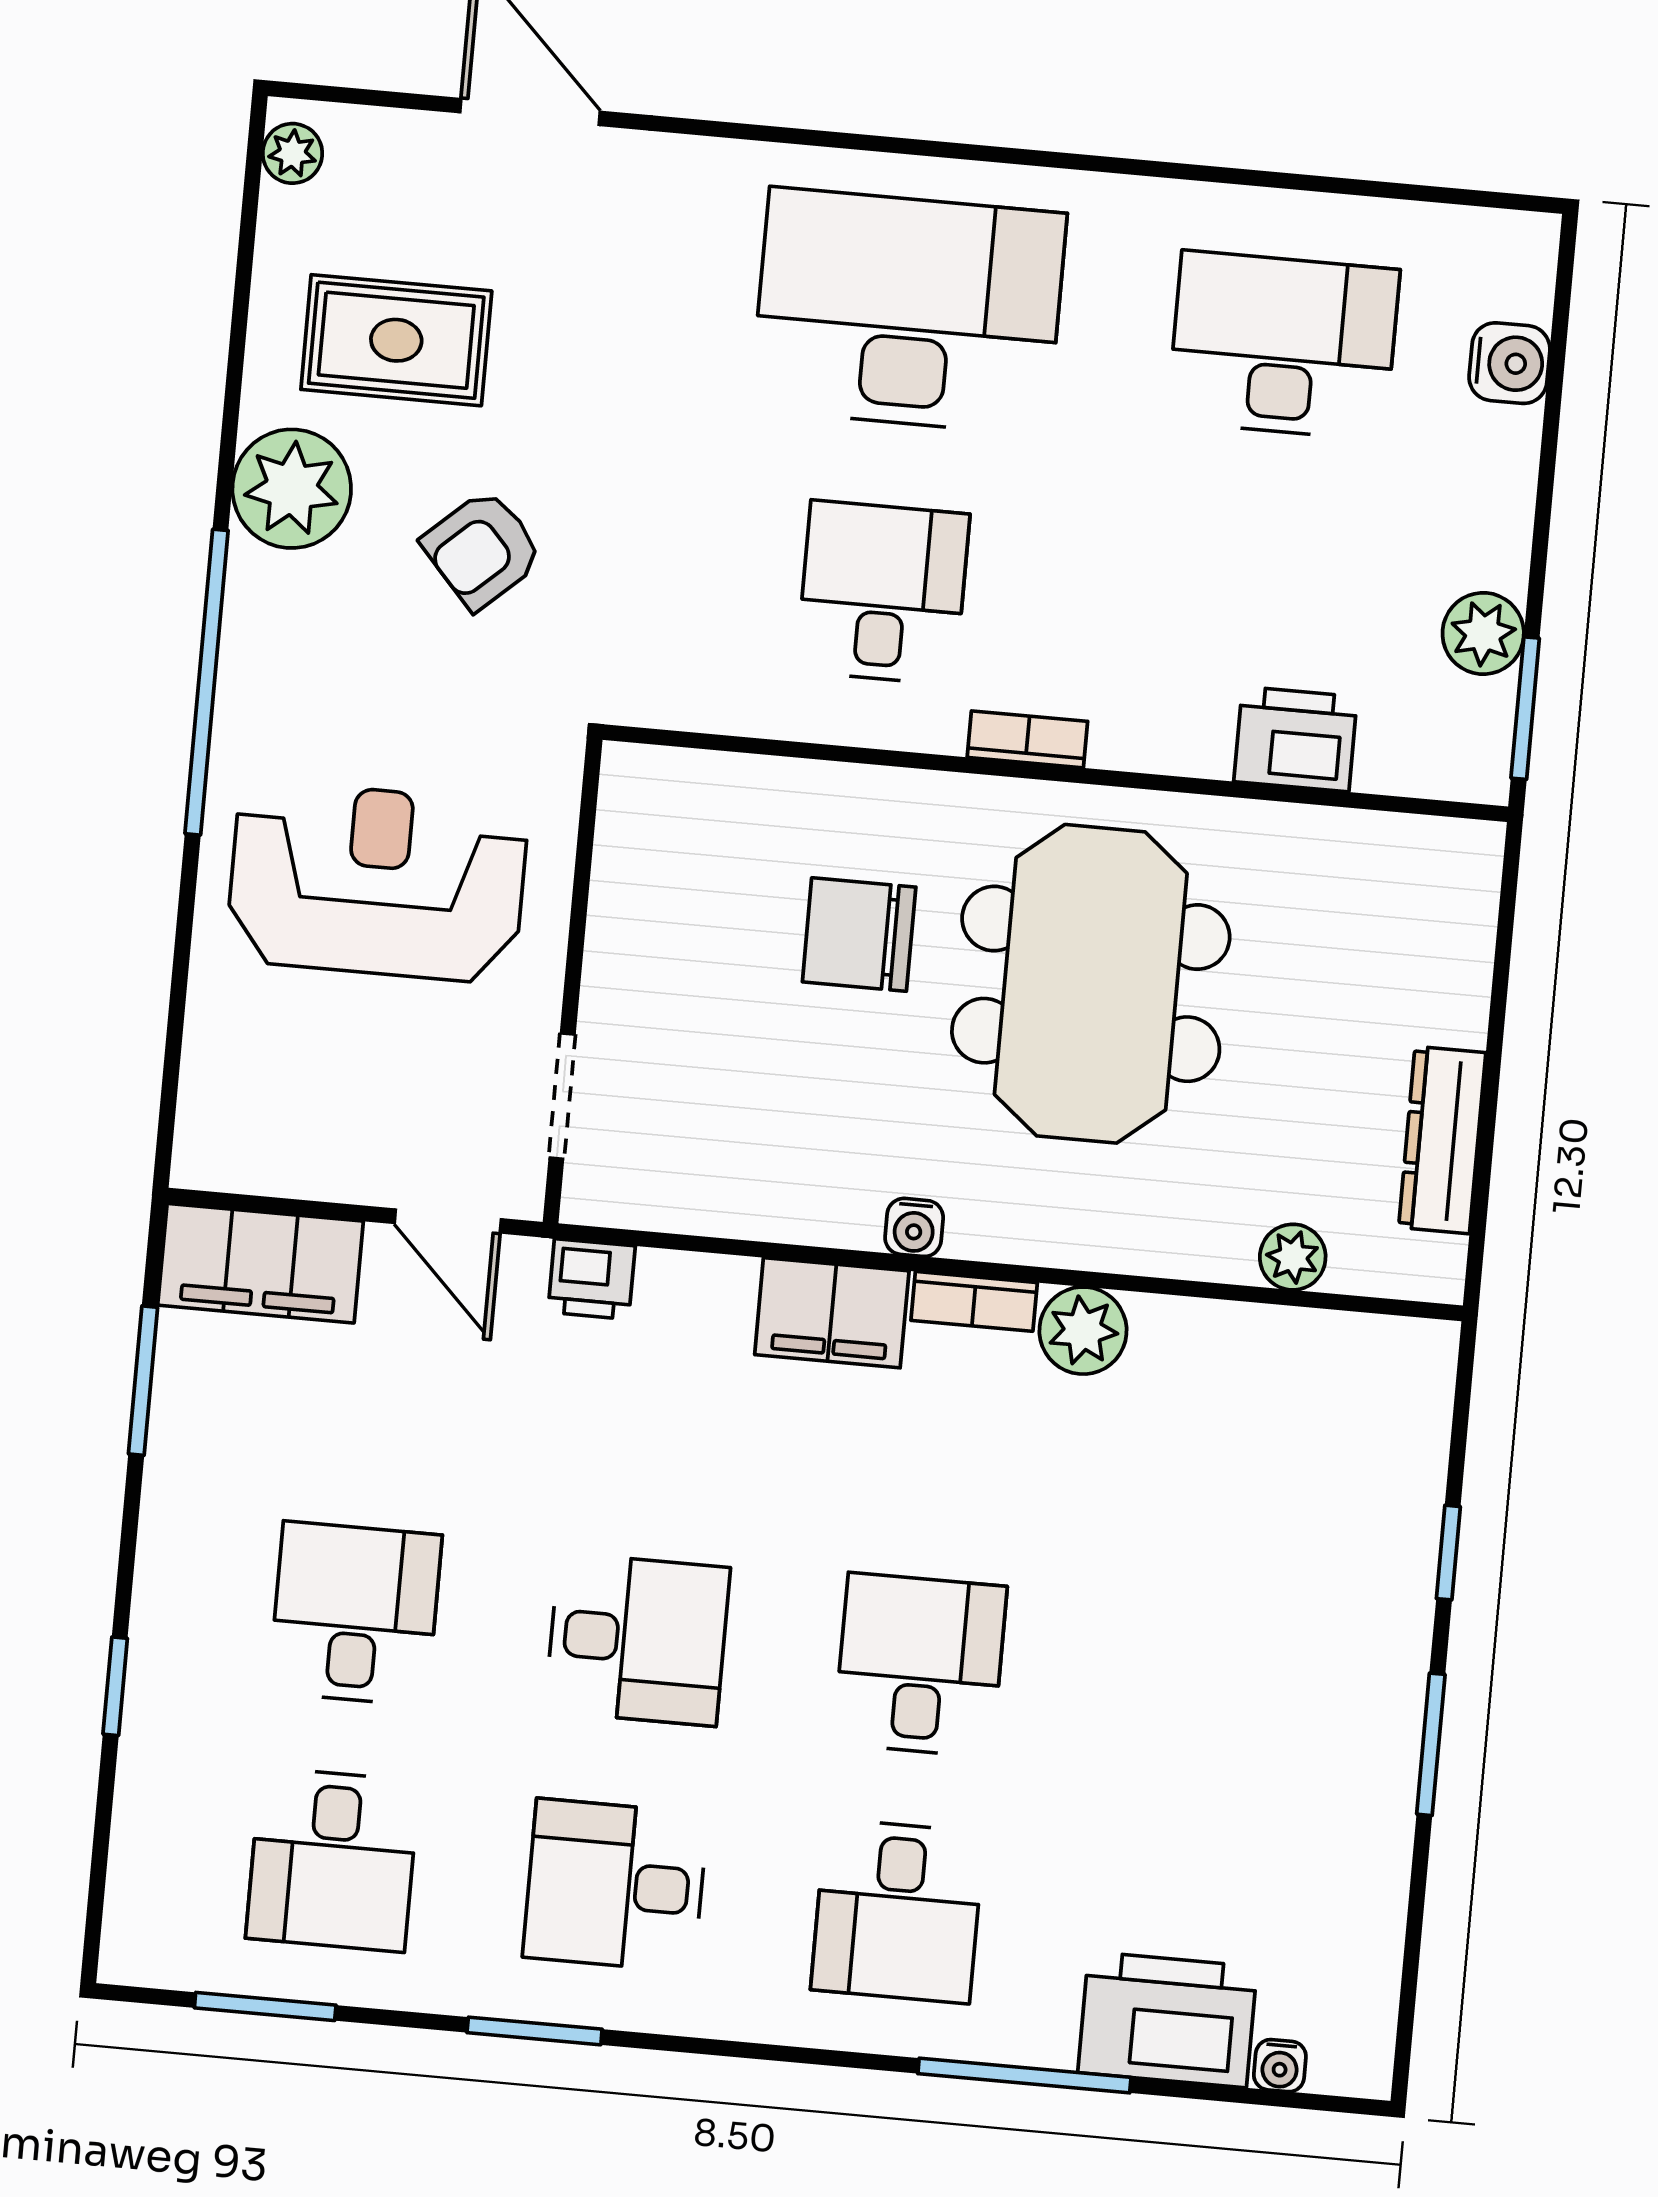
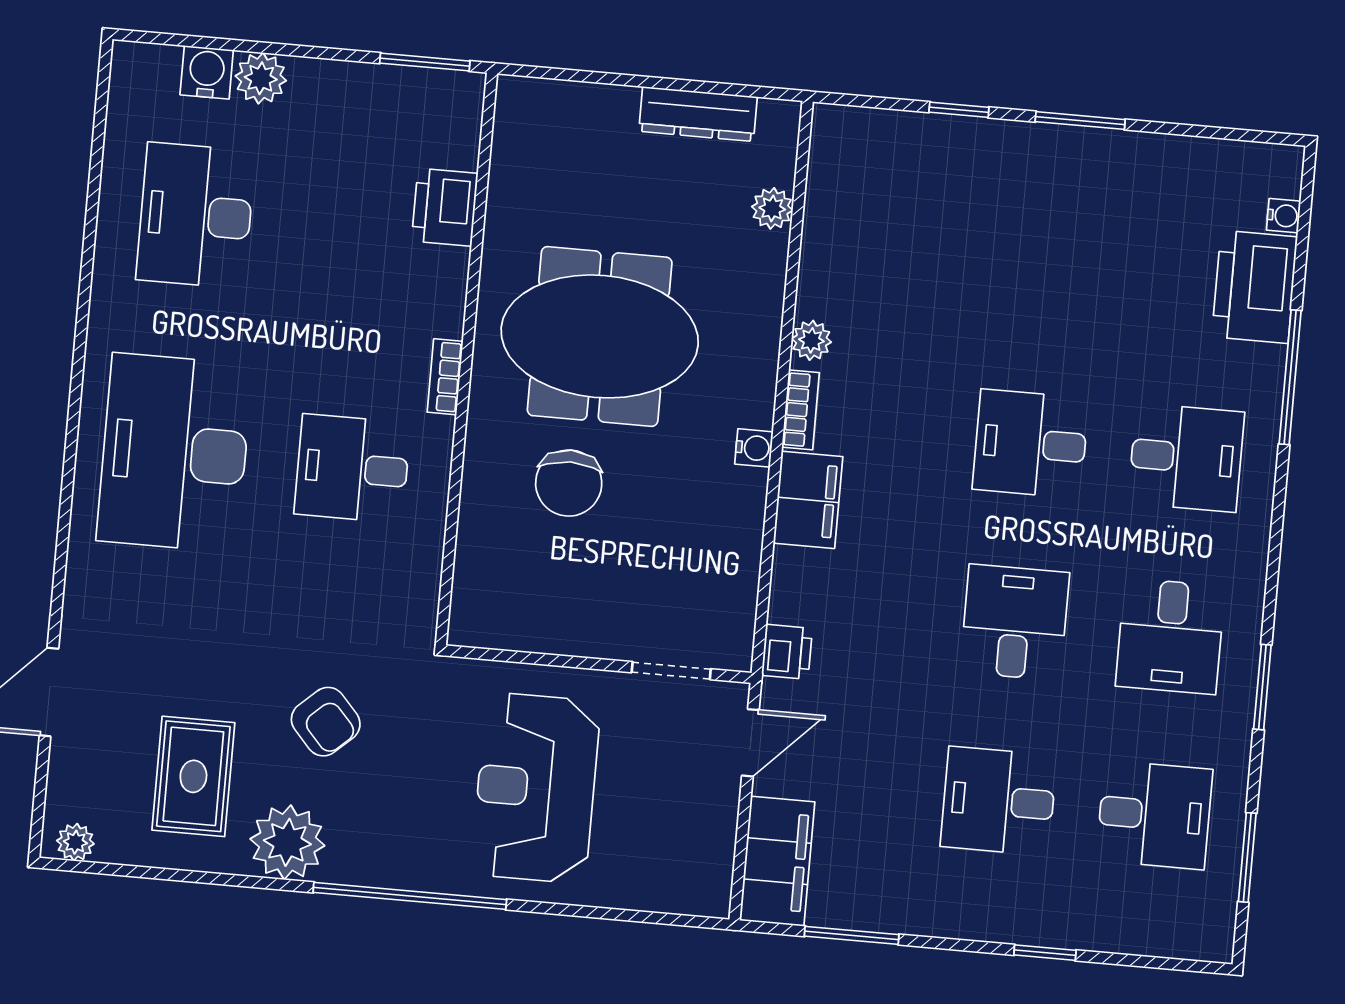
plant: (1483, 633) -> (261, 78), moved
plant: (1083, 1331) -> (811, 340), width x0.73, depth x0.73

